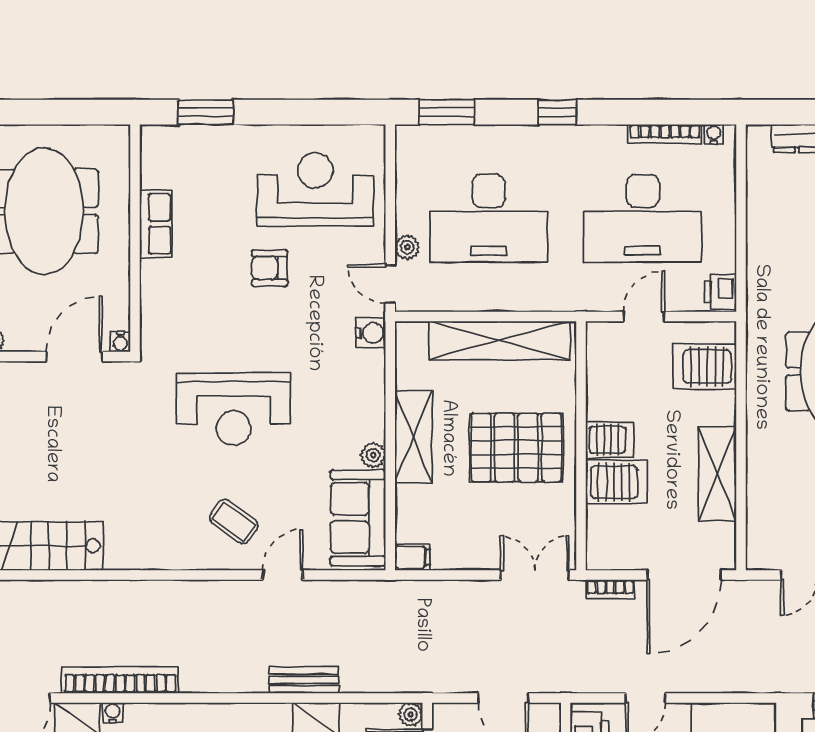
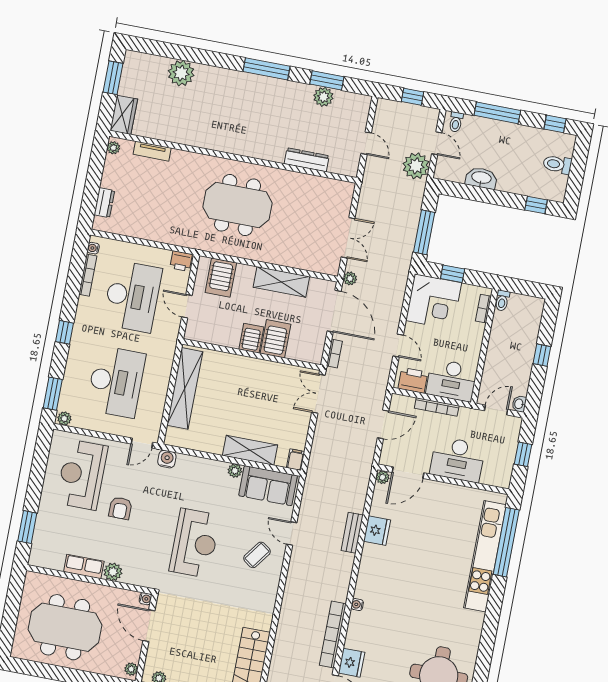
plant: (407, 247) -> (64, 419), moved
plant: (156, 276) -> (113, 572), added
shelving: (413, 437) -> (250, 450), moved
pallet: (516, 448) -> (246, 391), removed
plant: (746, 592) -> (350, 278), added
water cooler: (113, 713) -> (357, 605), moved

